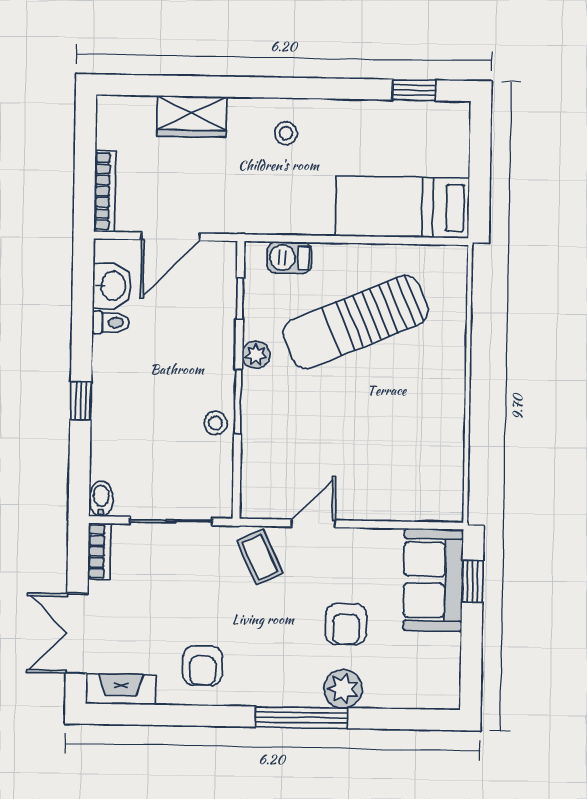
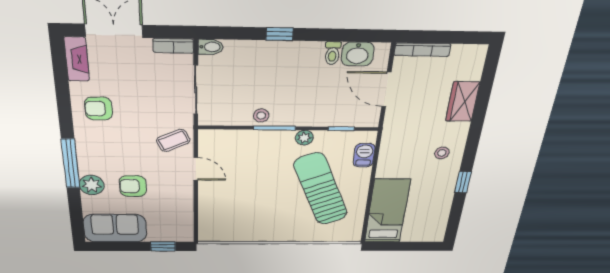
window: (414, 90) -> (463, 182), moved
sofa: (433, 580) -> (115, 228), moved

